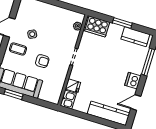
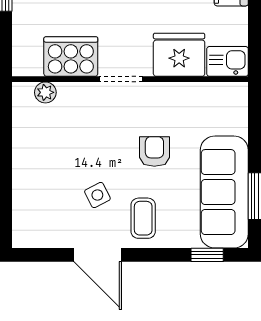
cooker: (97, 26) -> (71, 57), moved, turned -90
fridge: (73, 86) -> (179, 55), width x1.88, depth x1.34

